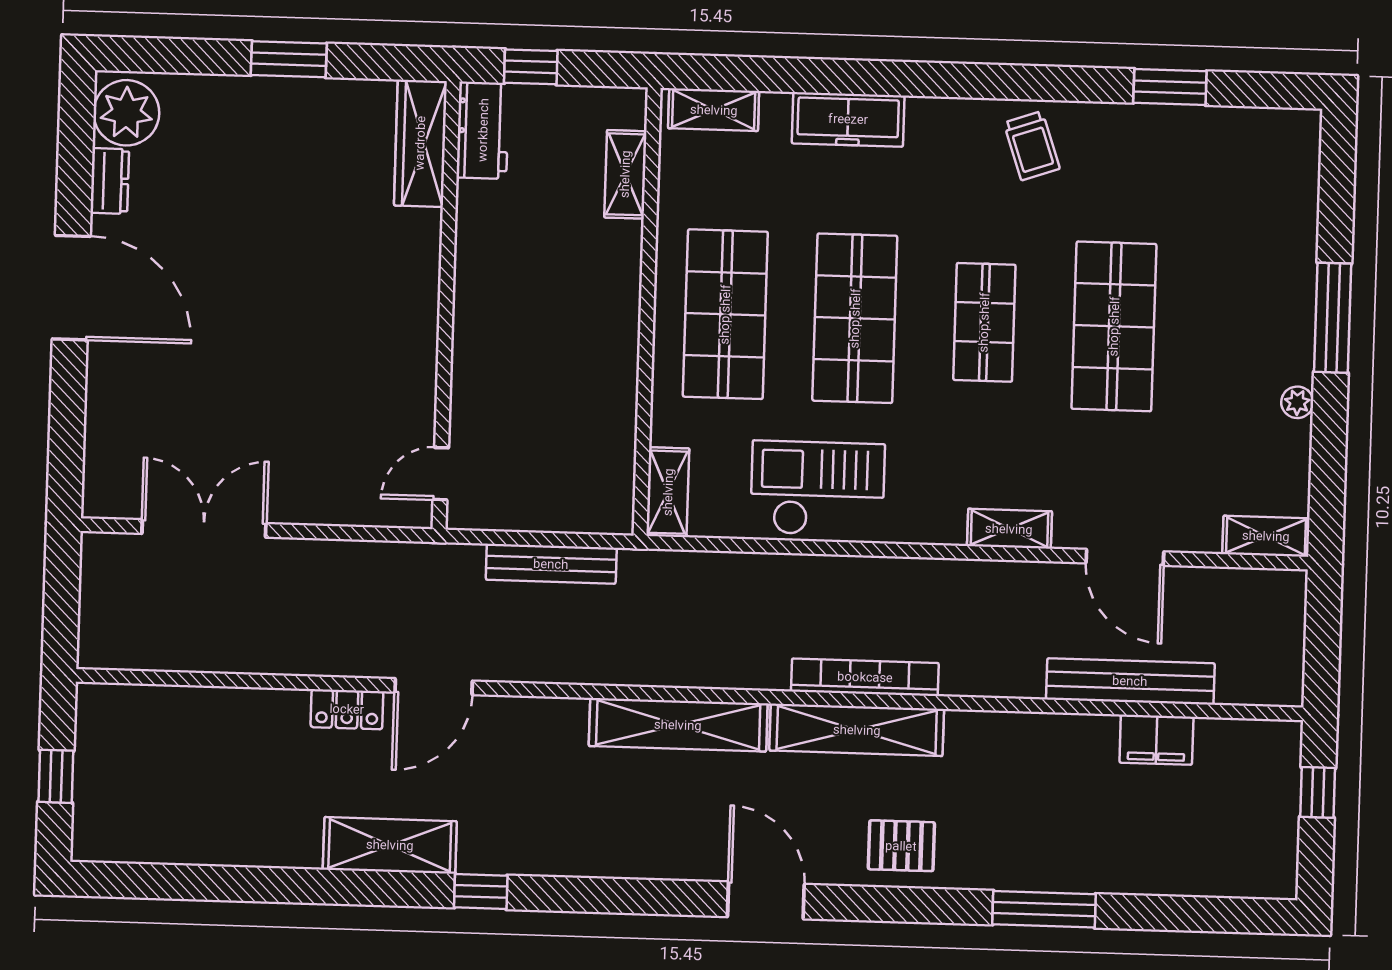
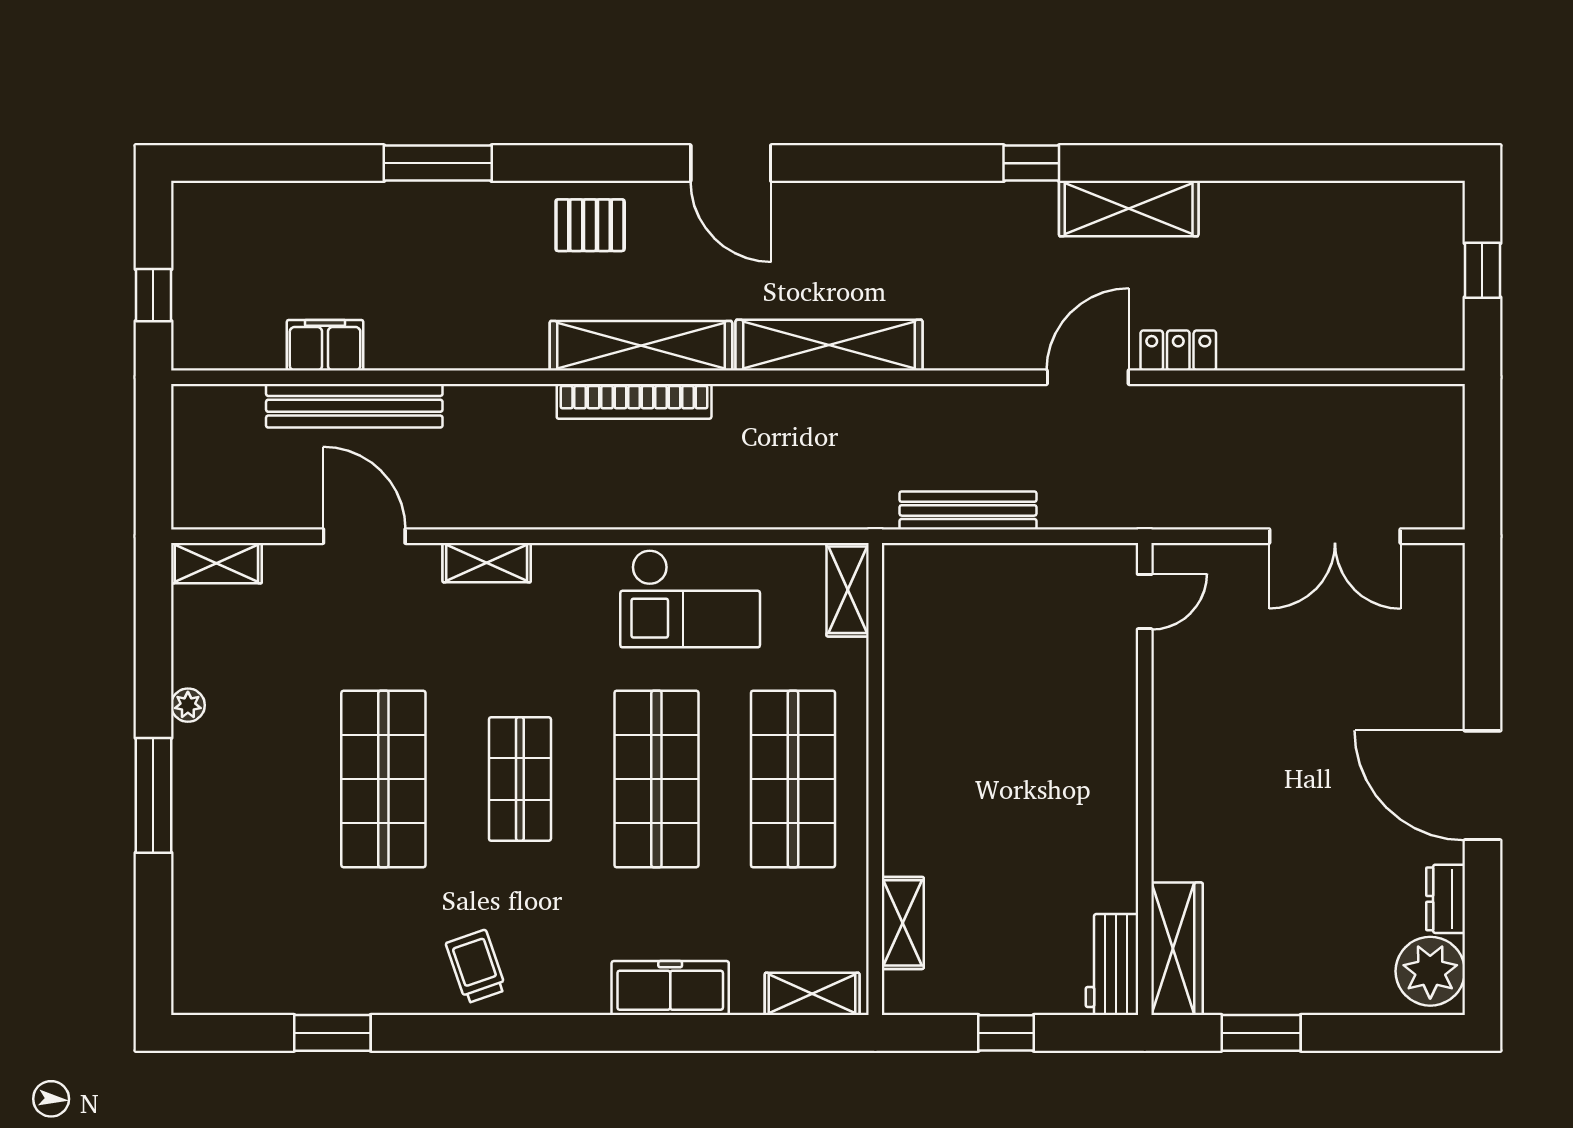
workbench: (483, 130) -> (1112, 965), moved
wardrobe: (420, 143) -> (1177, 949), moved
wall: (446, 305) -> (1145, 779), moved
door: (441, 474) -> (1145, 602), moved

